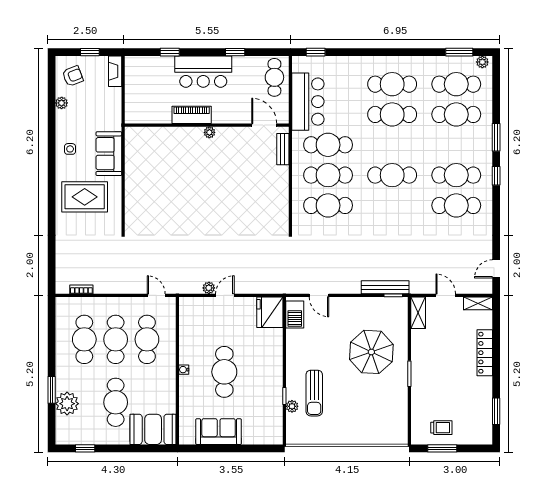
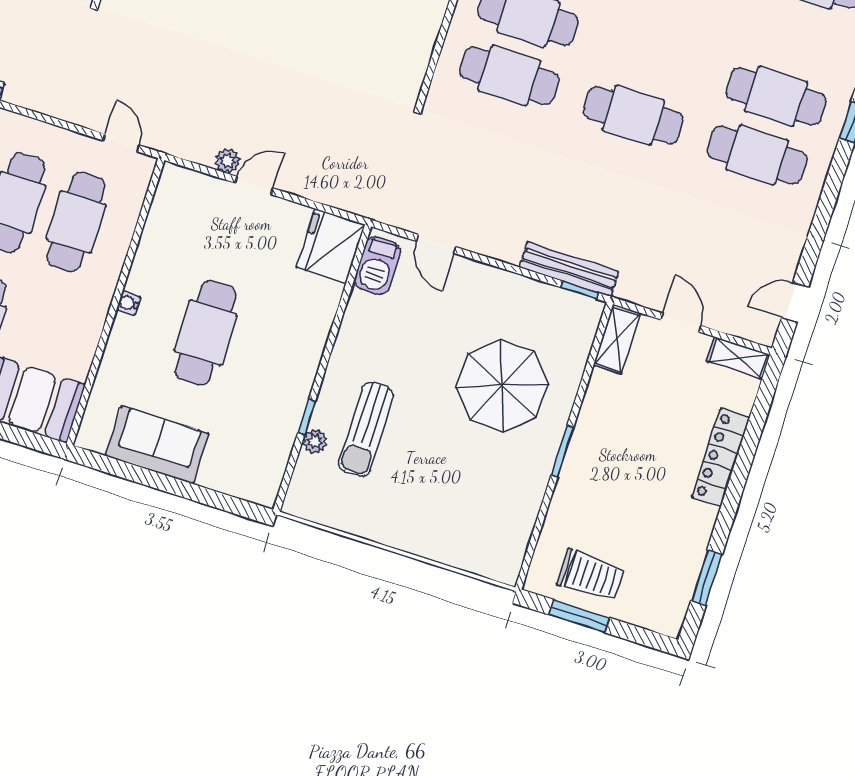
cafe table: (392, 175) -> (633, 115), moved
trolley: (441, 428) -> (591, 575), width x1.36, depth x1.39

